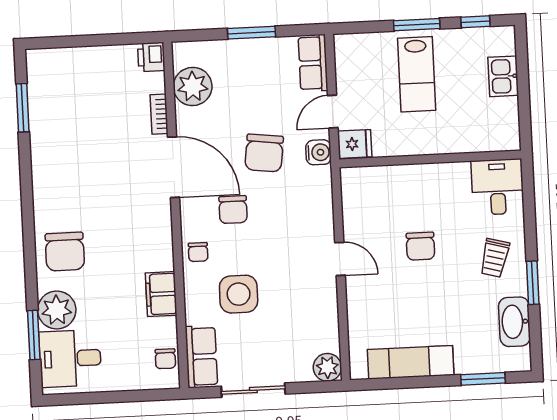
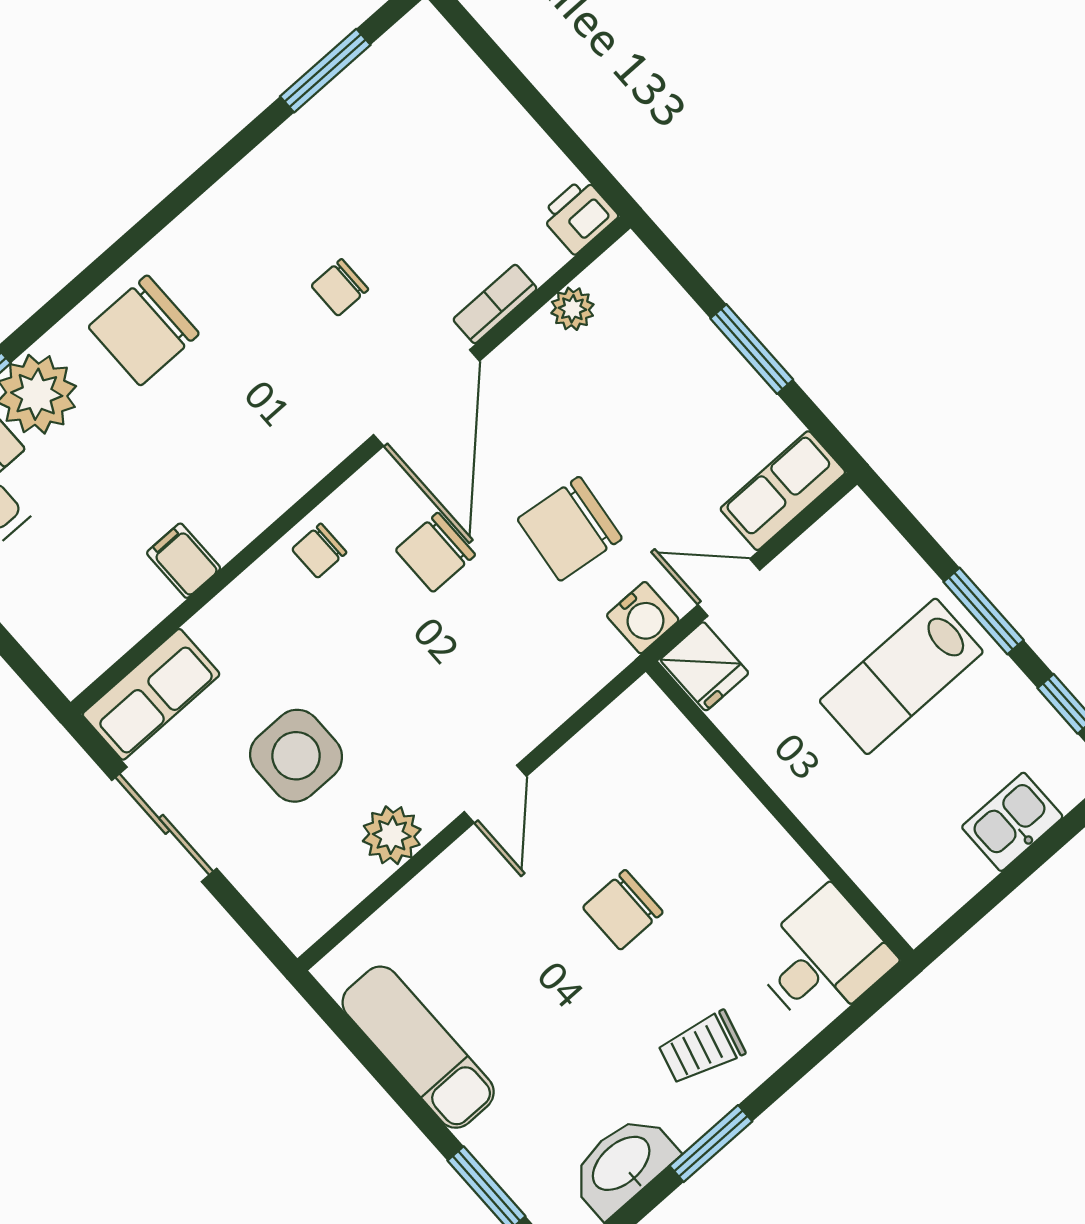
plant: (193, 86) -> (572, 309), width x0.53, depth x0.53
filing cabinet: (161, 294) -> (184, 561), width x0.50
side table: (239, 294) -> (296, 756), moved
chair: (165, 359) -> (340, 287), moved
plant: (327, 367) -> (392, 835), moved

